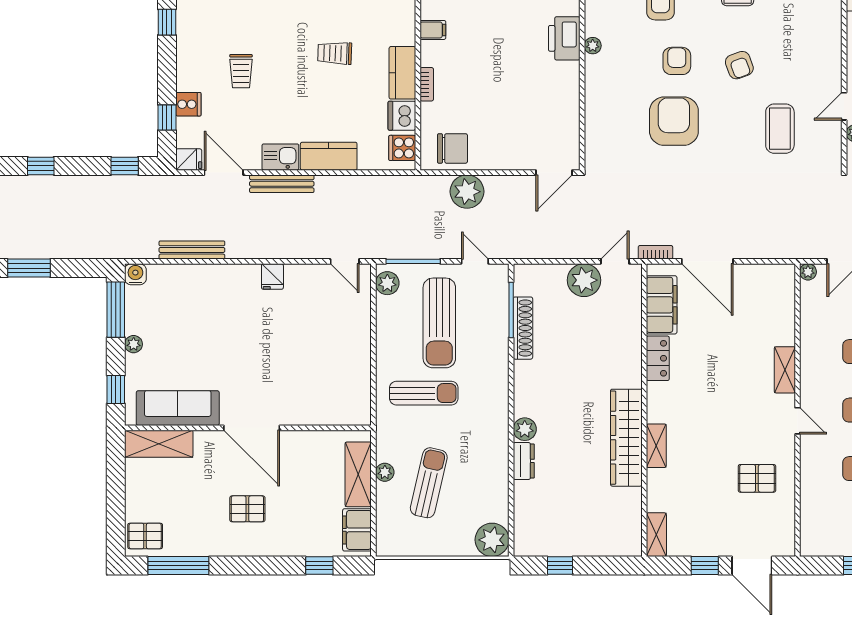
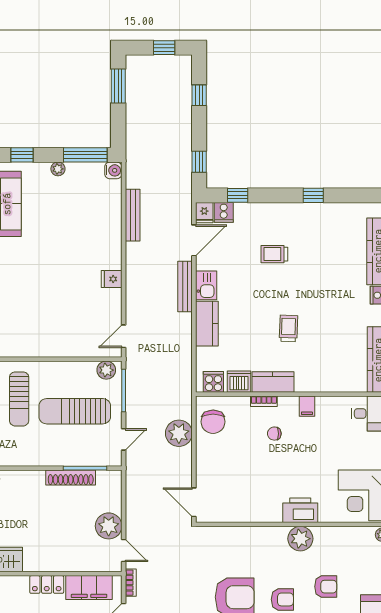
plant: (593, 46) -> (300, 539), width x1.88, depth x1.88
chair: (467, 71) -> (274, 434), added
cooker: (188, 104) -> (224, 212), moved

